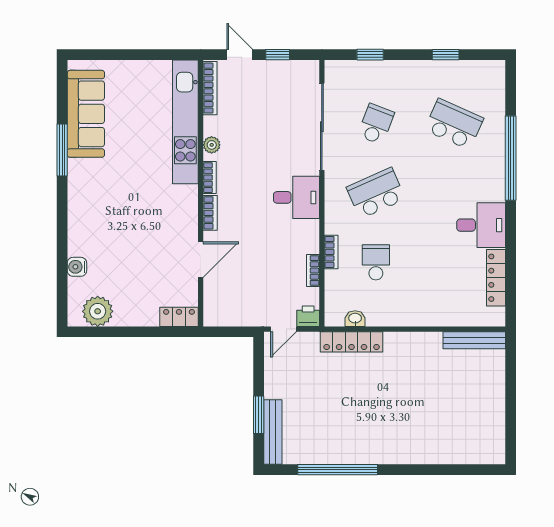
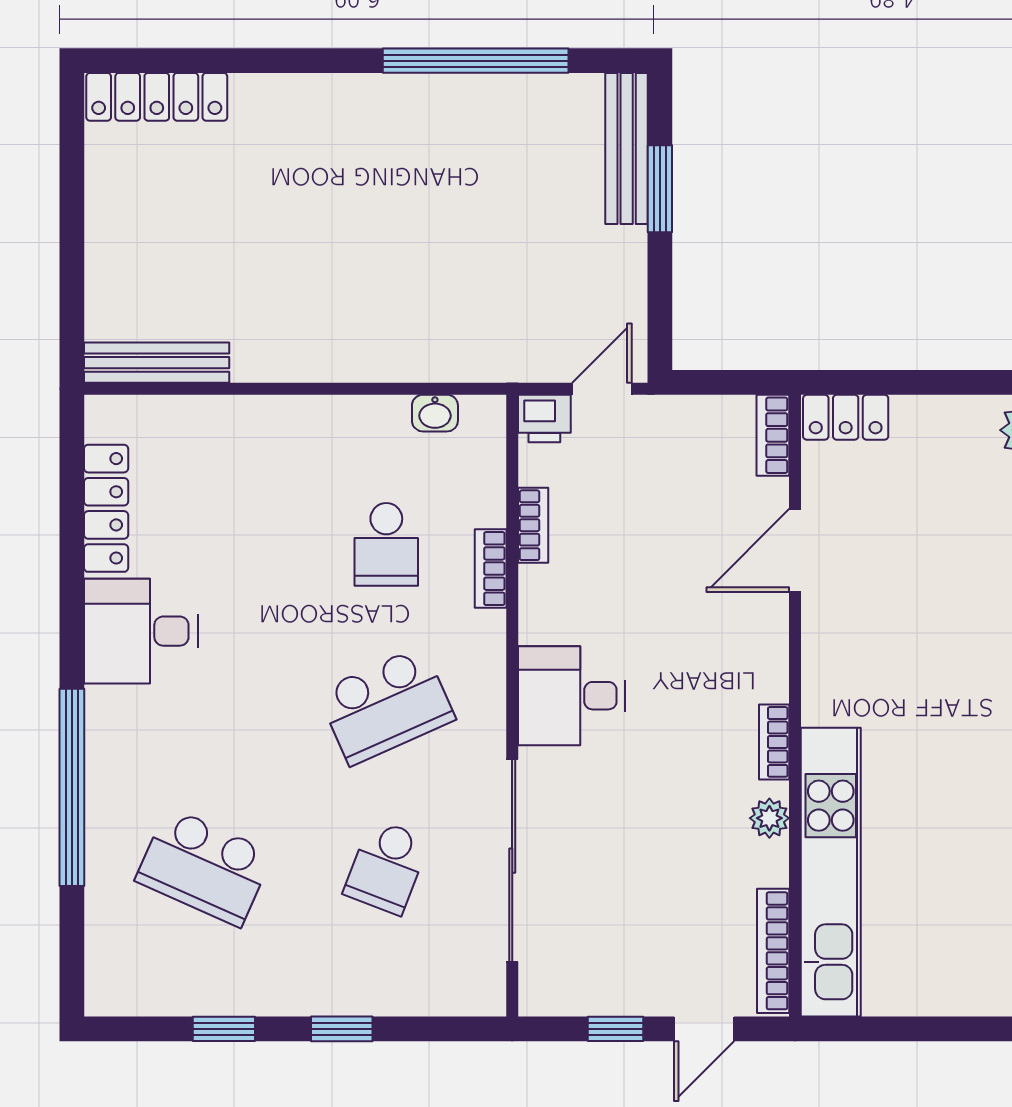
door: (240, 55) -> (704, 1029), hinge flipped
window: (370, 55) -> (342, 1029), moved
bookcase: (210, 213) -> (773, 435), moved
locker: (352, 342) -> (157, 97), moved, turned 180

